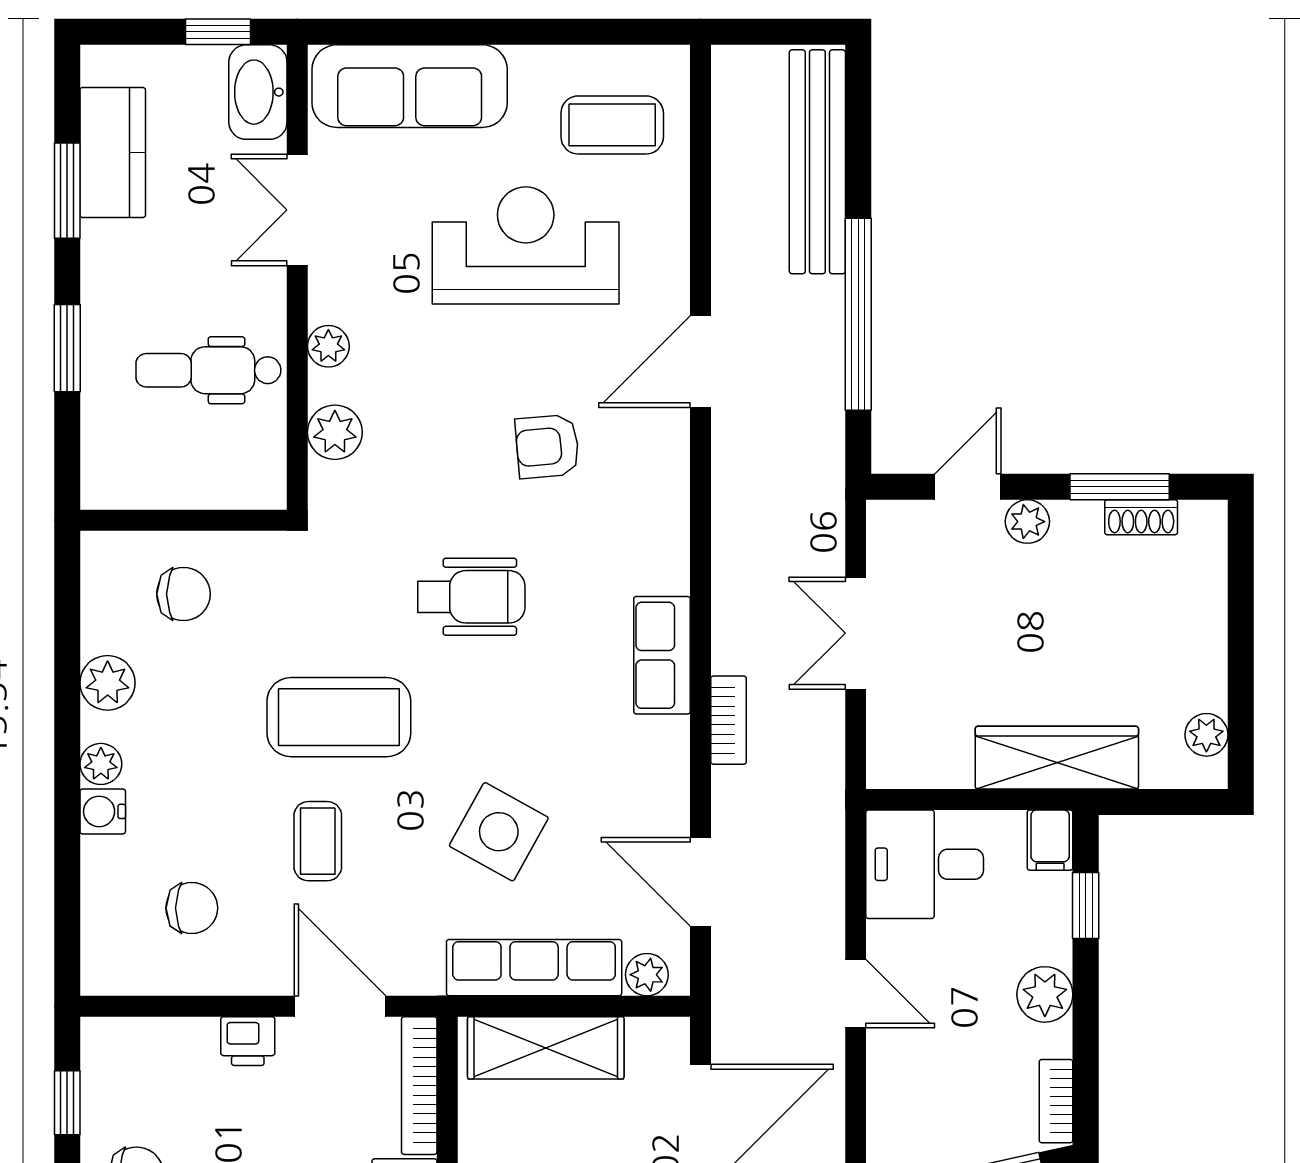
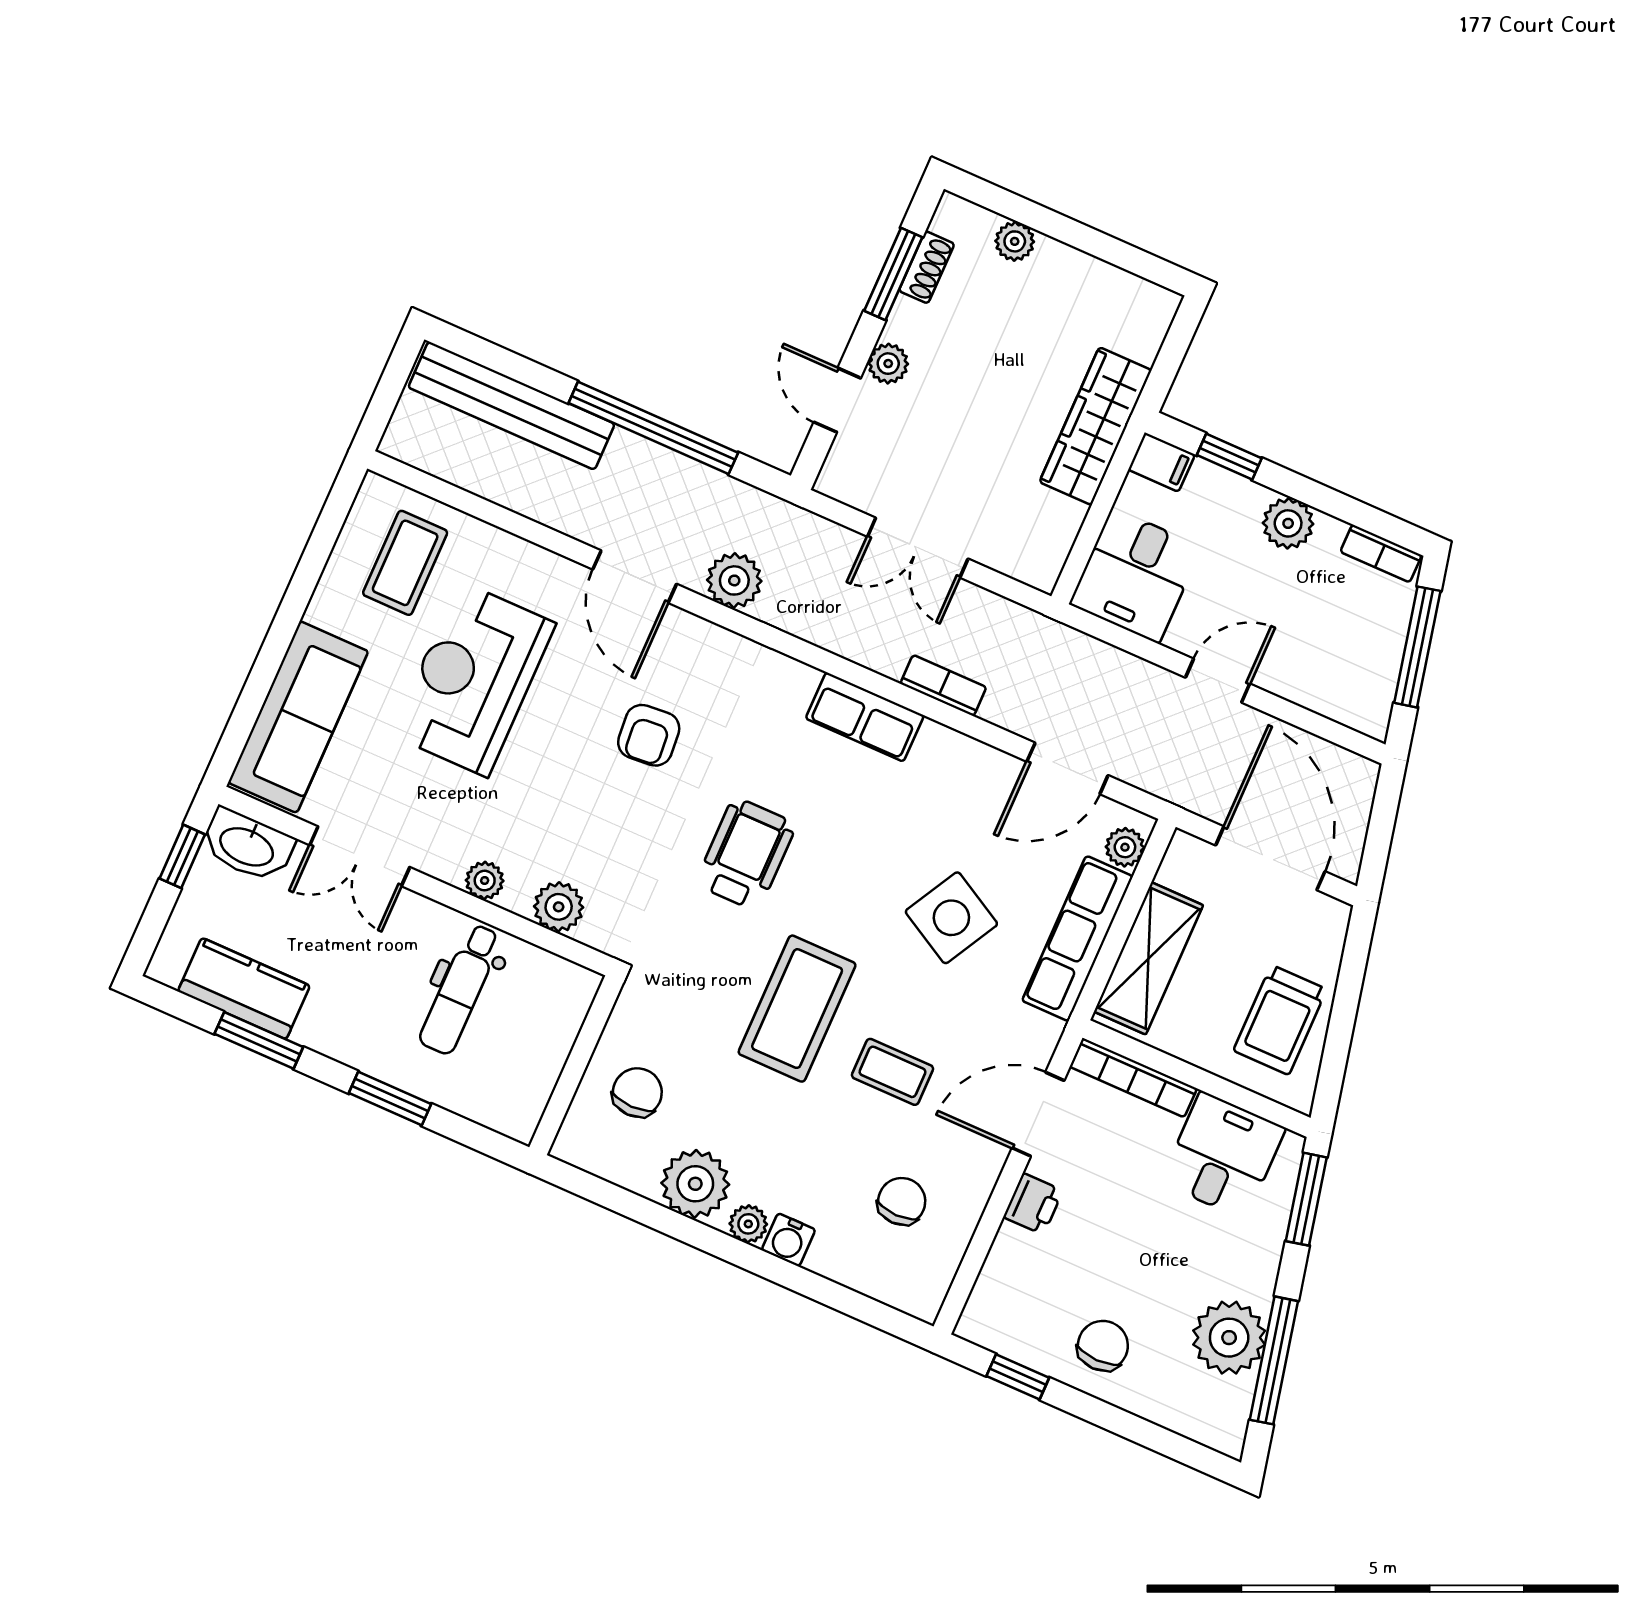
plant: (741, 463) -> (734, 580), added
plant: (108, 683) -> (695, 1184), width x1.36, depth x1.36
plant: (1206, 735) -> (1015, 241), moved

